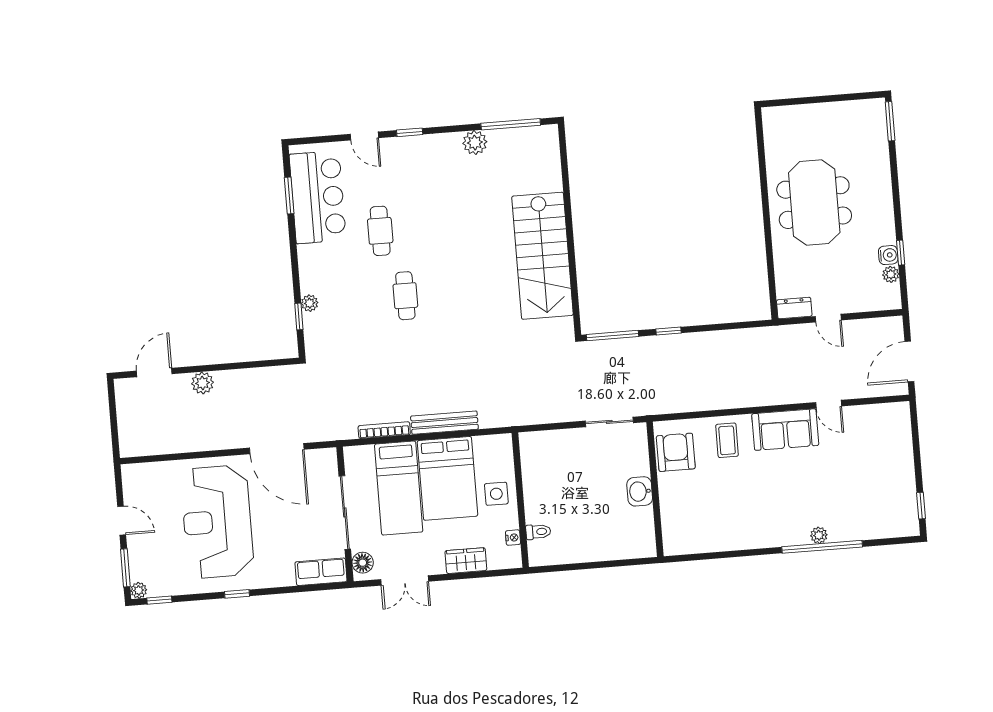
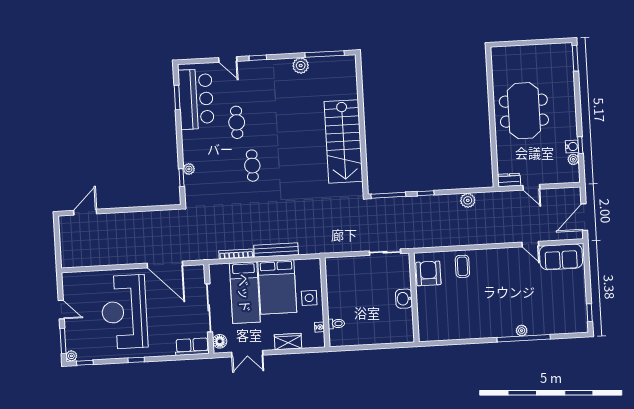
plant: (203, 383) -> (468, 200), moved
sofa: (785, 430) -> (561, 257), moved

